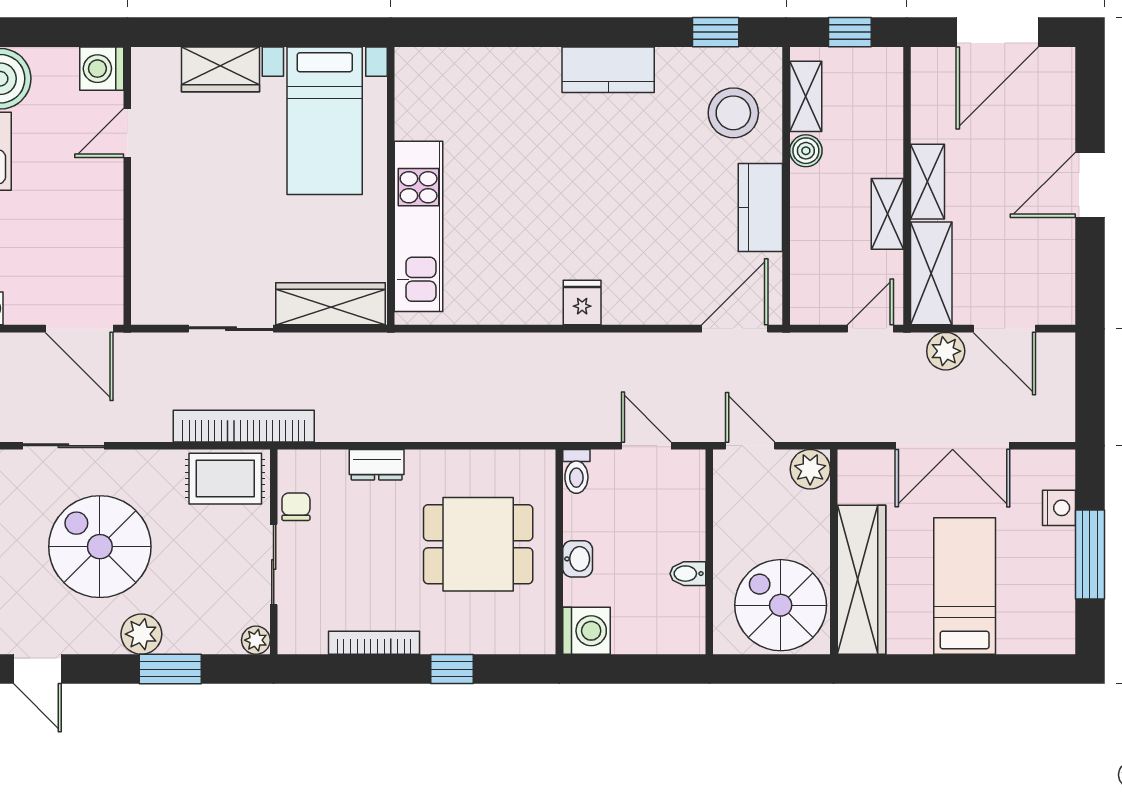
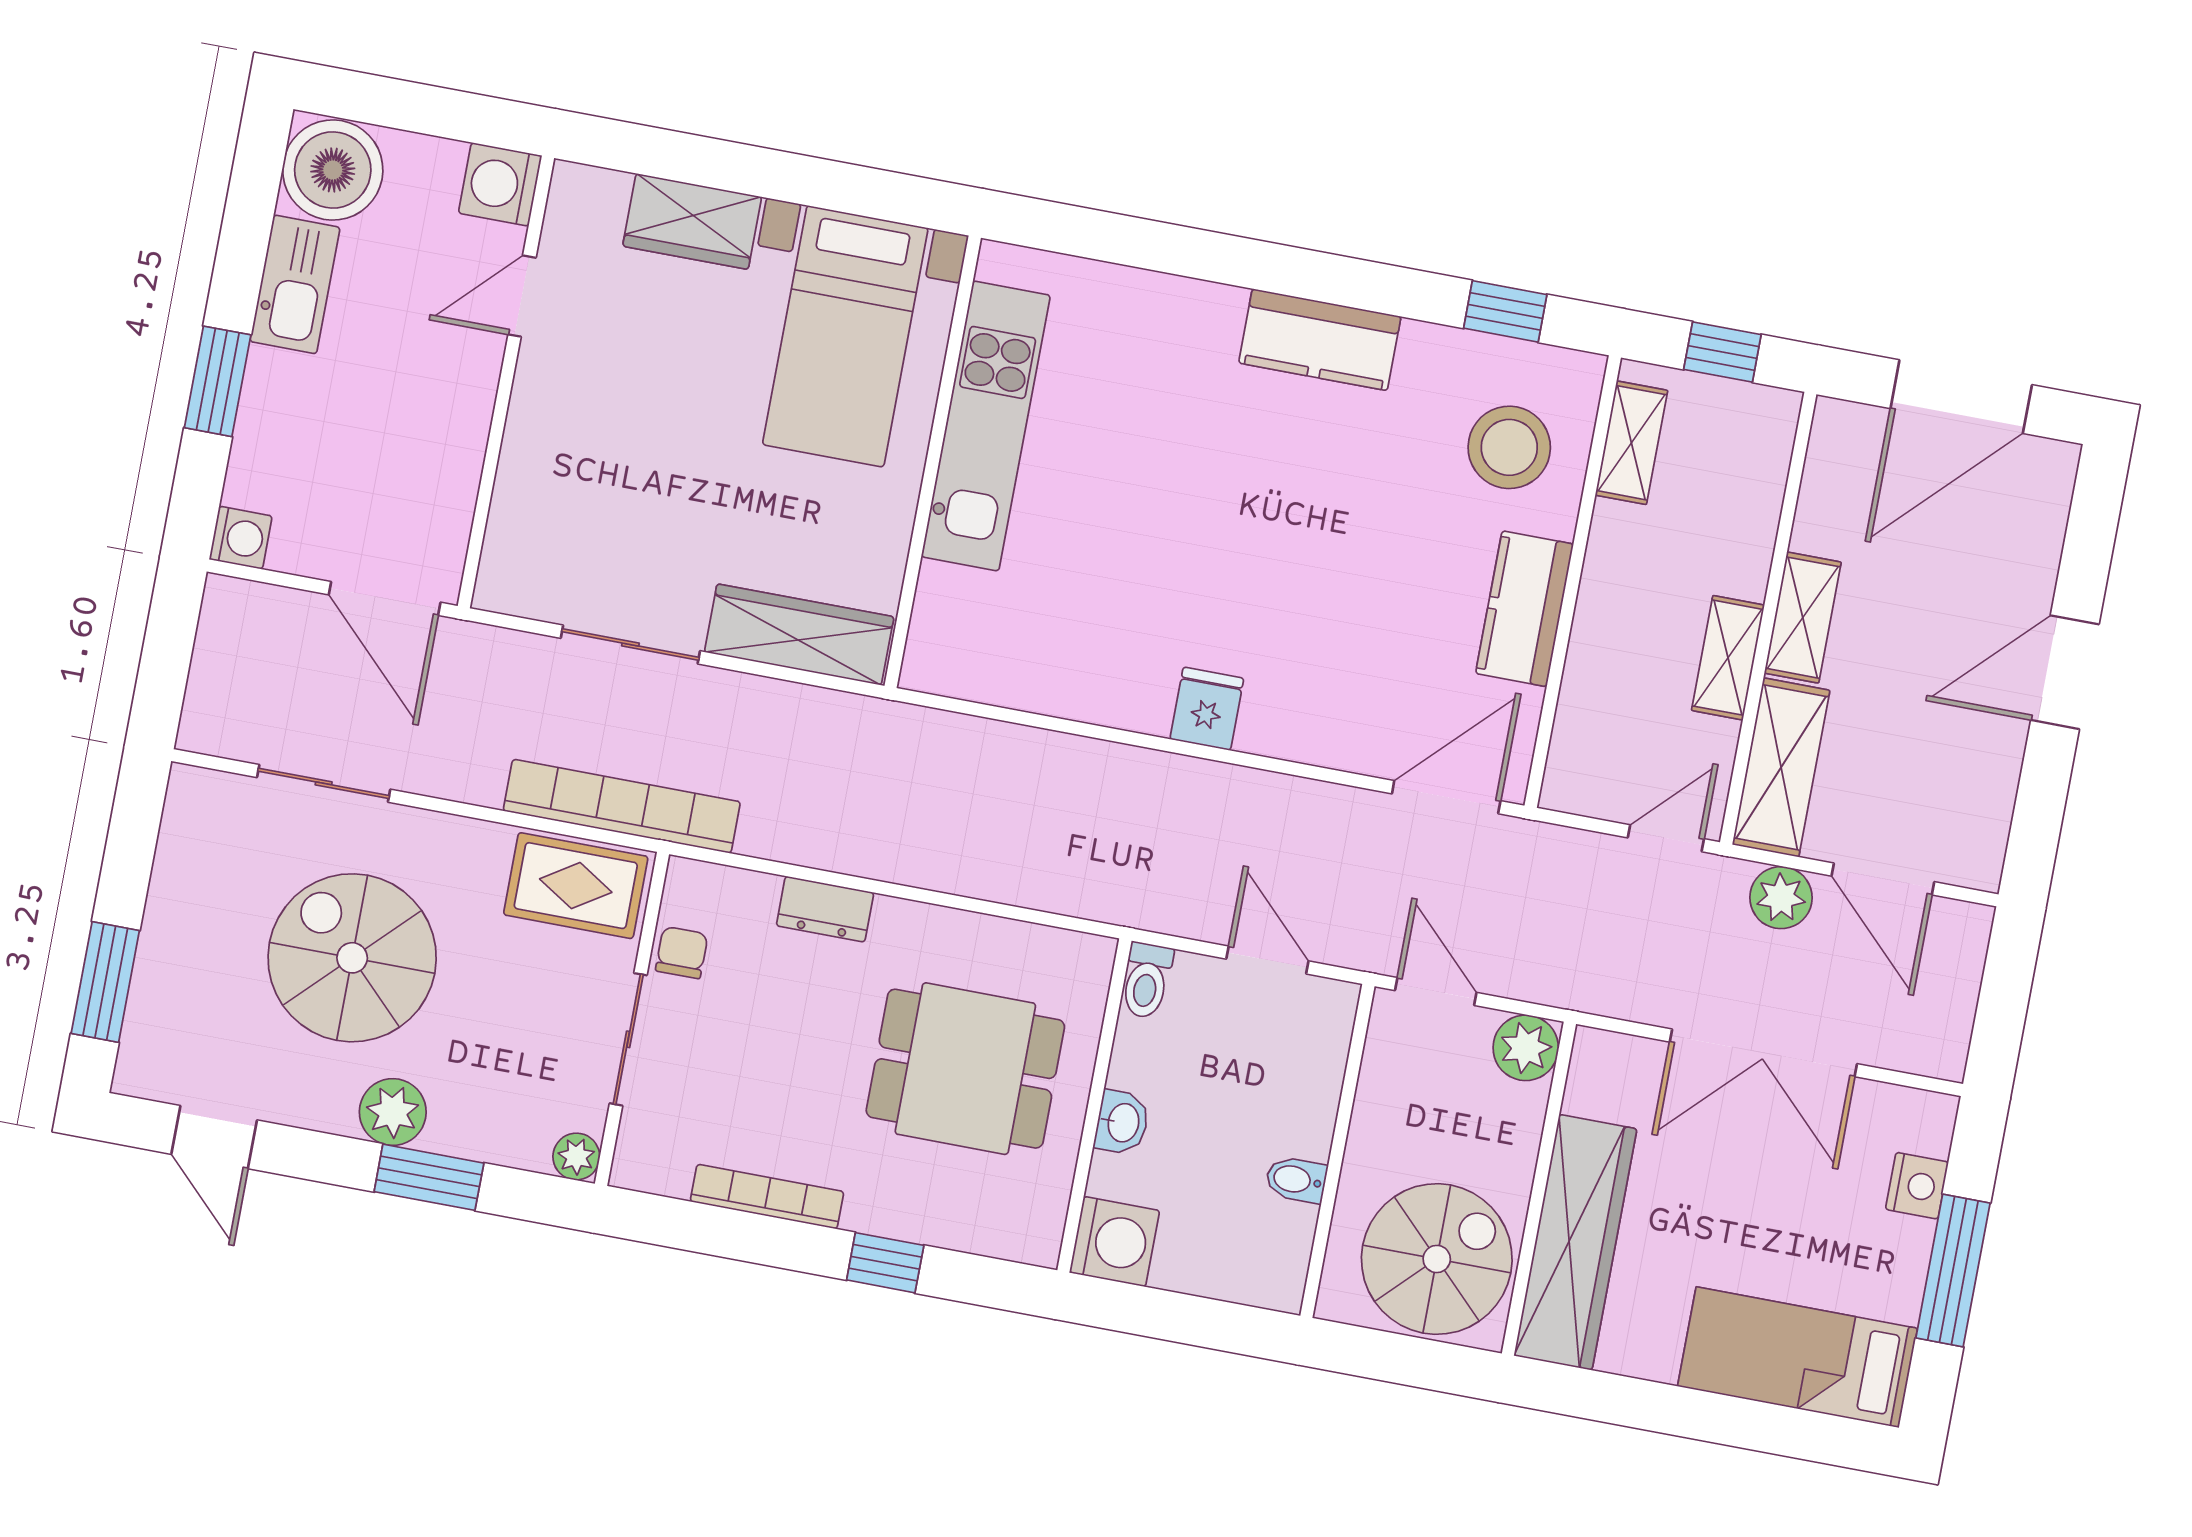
boiler: (806, 151) -> (1615, 531), removed
kitchen unit: (419, 226) -> (986, 426), moved
bed: (965, 586) -> (1798, 1357), moved, turned -90
spiral stairs: (781, 605) -> (1437, 1259), turned 90

